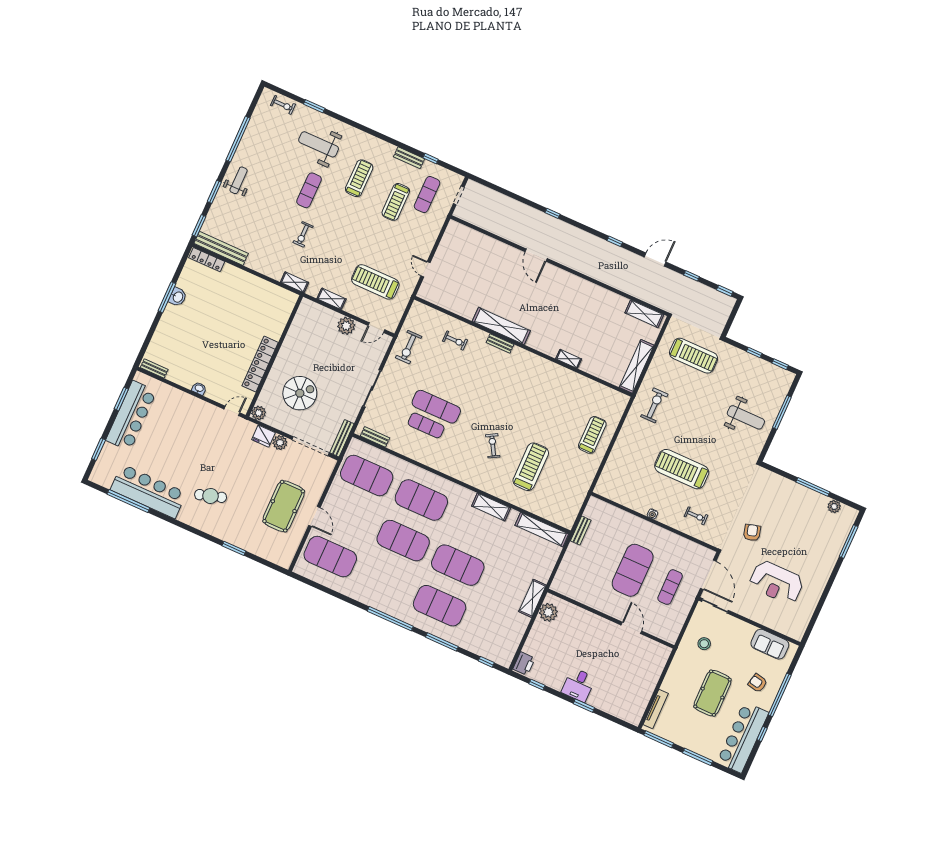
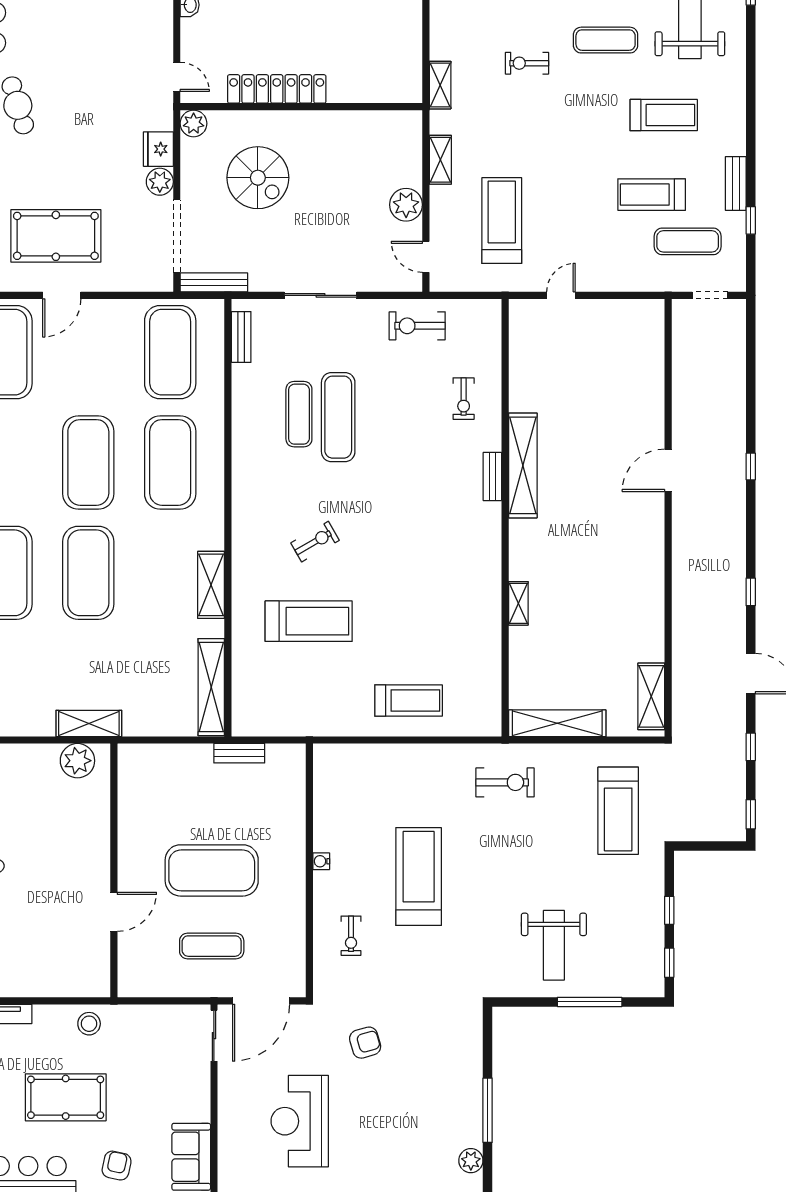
stool: (704, 644) -> (89, 1024), moved

